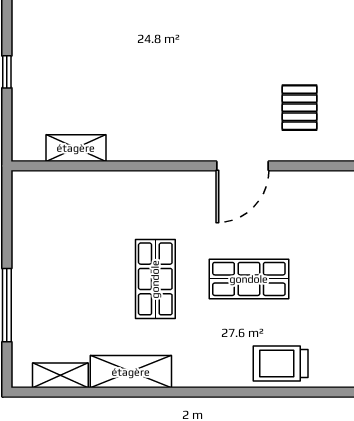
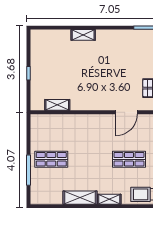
shop shelf: (155, 279) -> (51, 159), moved, turned 90
shelving: (60, 375) -> (109, 199), moved

